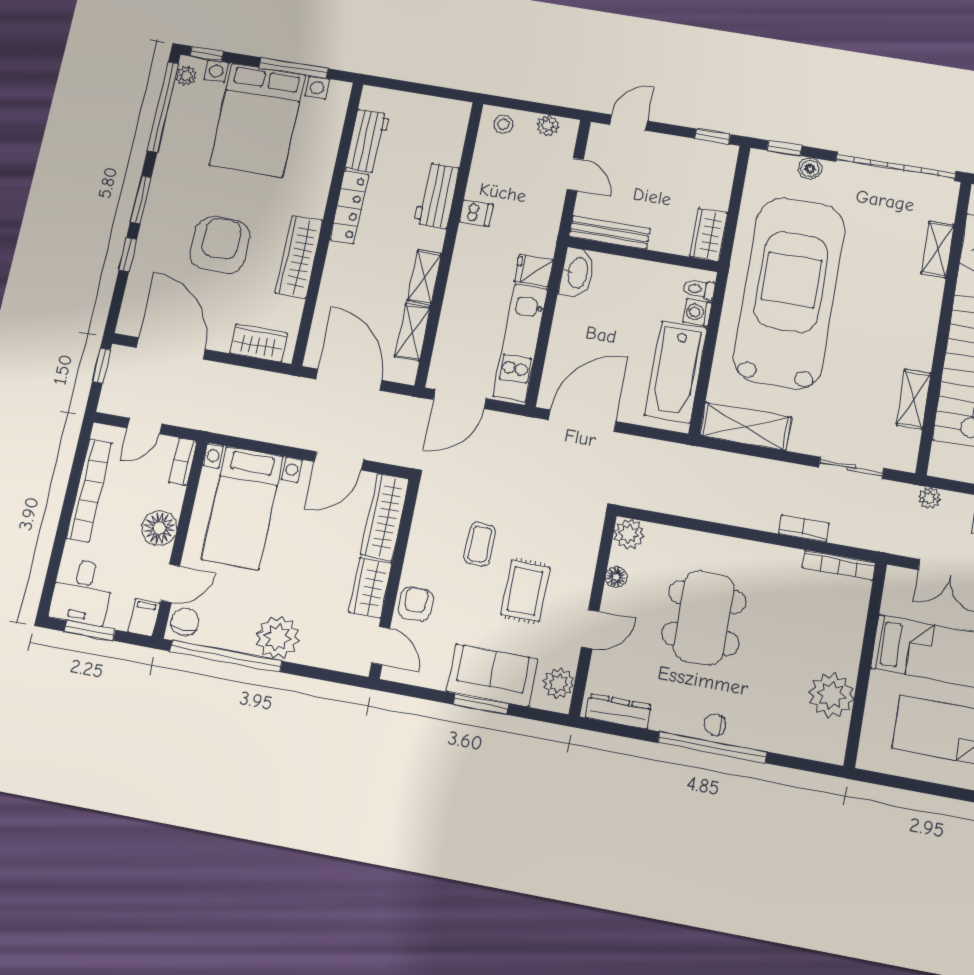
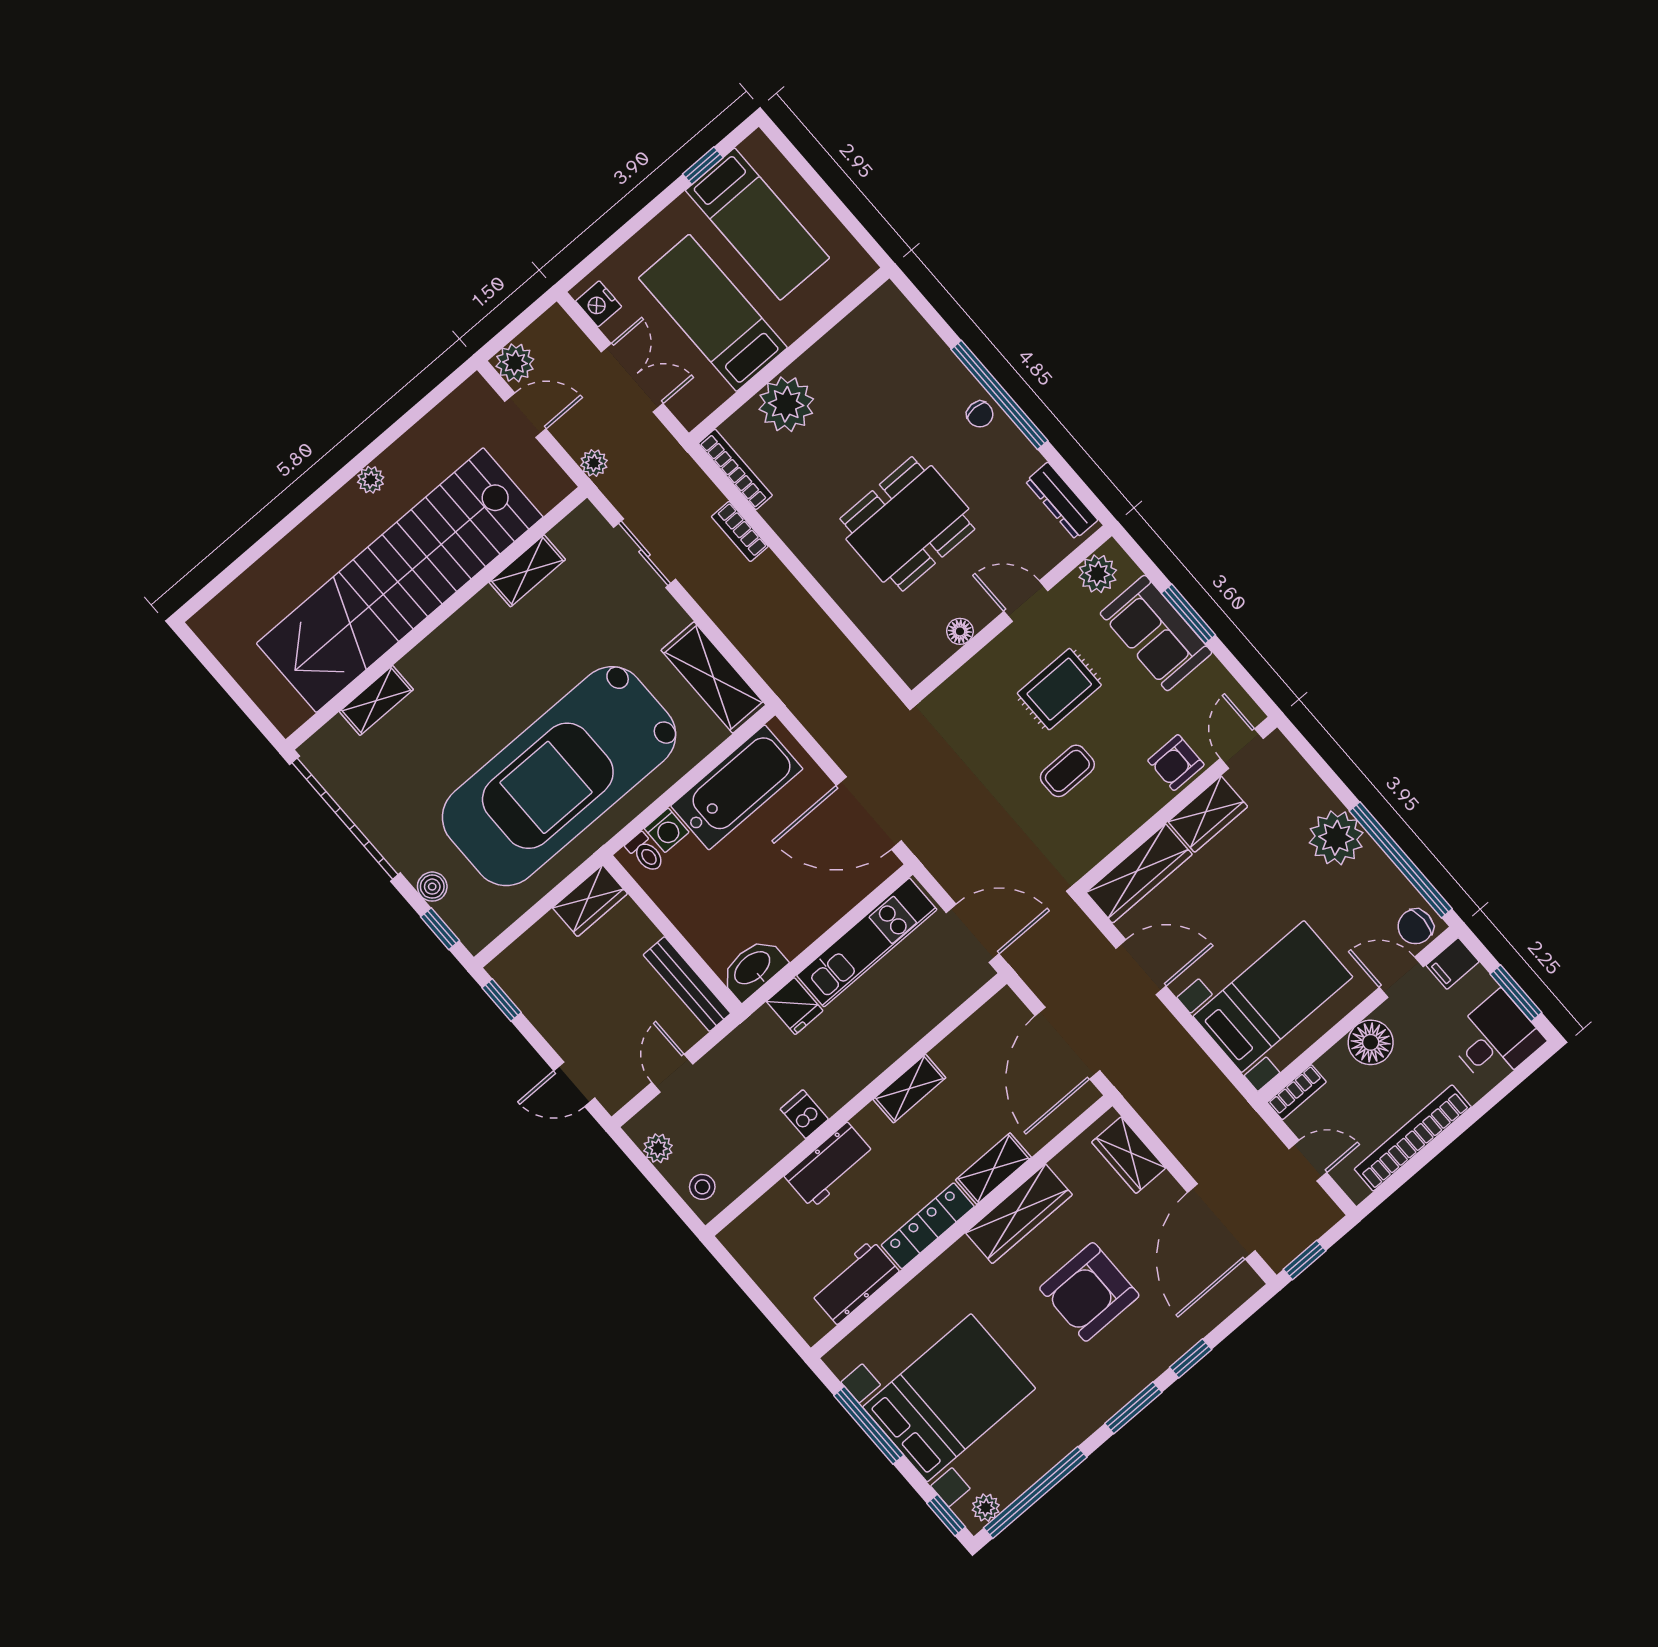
shelving: (412, 332) -> (993, 1169), moved
plant: (629, 534) -> (913, 663), removed
plant: (831, 695) -> (786, 404), moved

